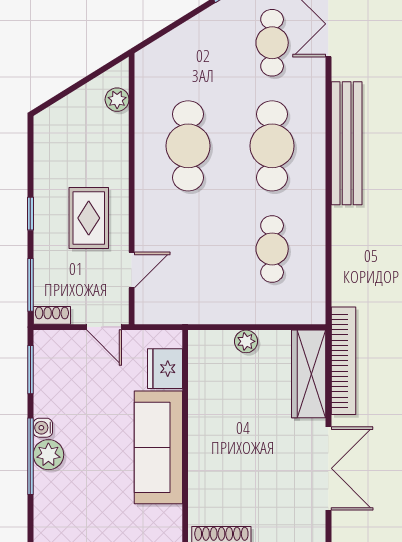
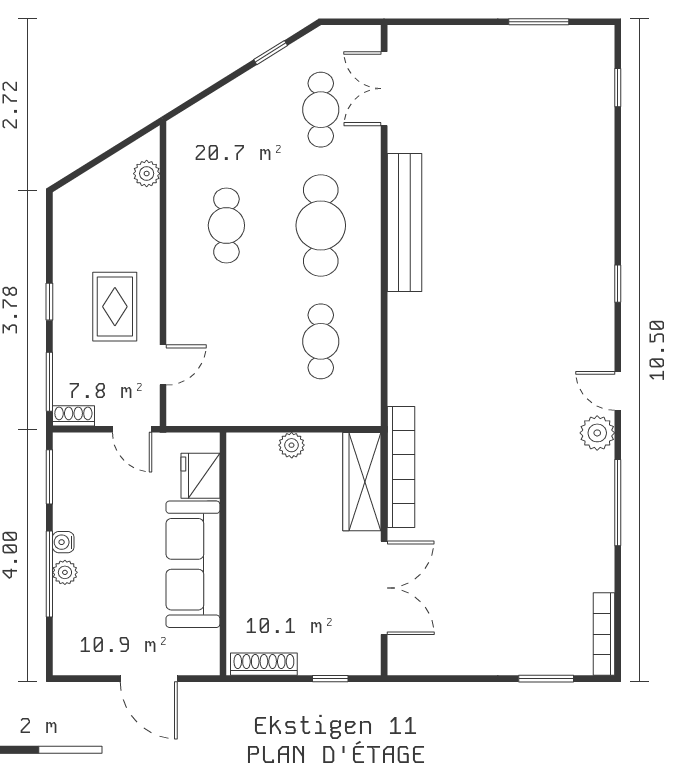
cafe table: (188, 146) -> (226, 225), width x0.73, depth x0.74
plant: (48, 455) -> (65, 572), width x0.73, depth x0.73

